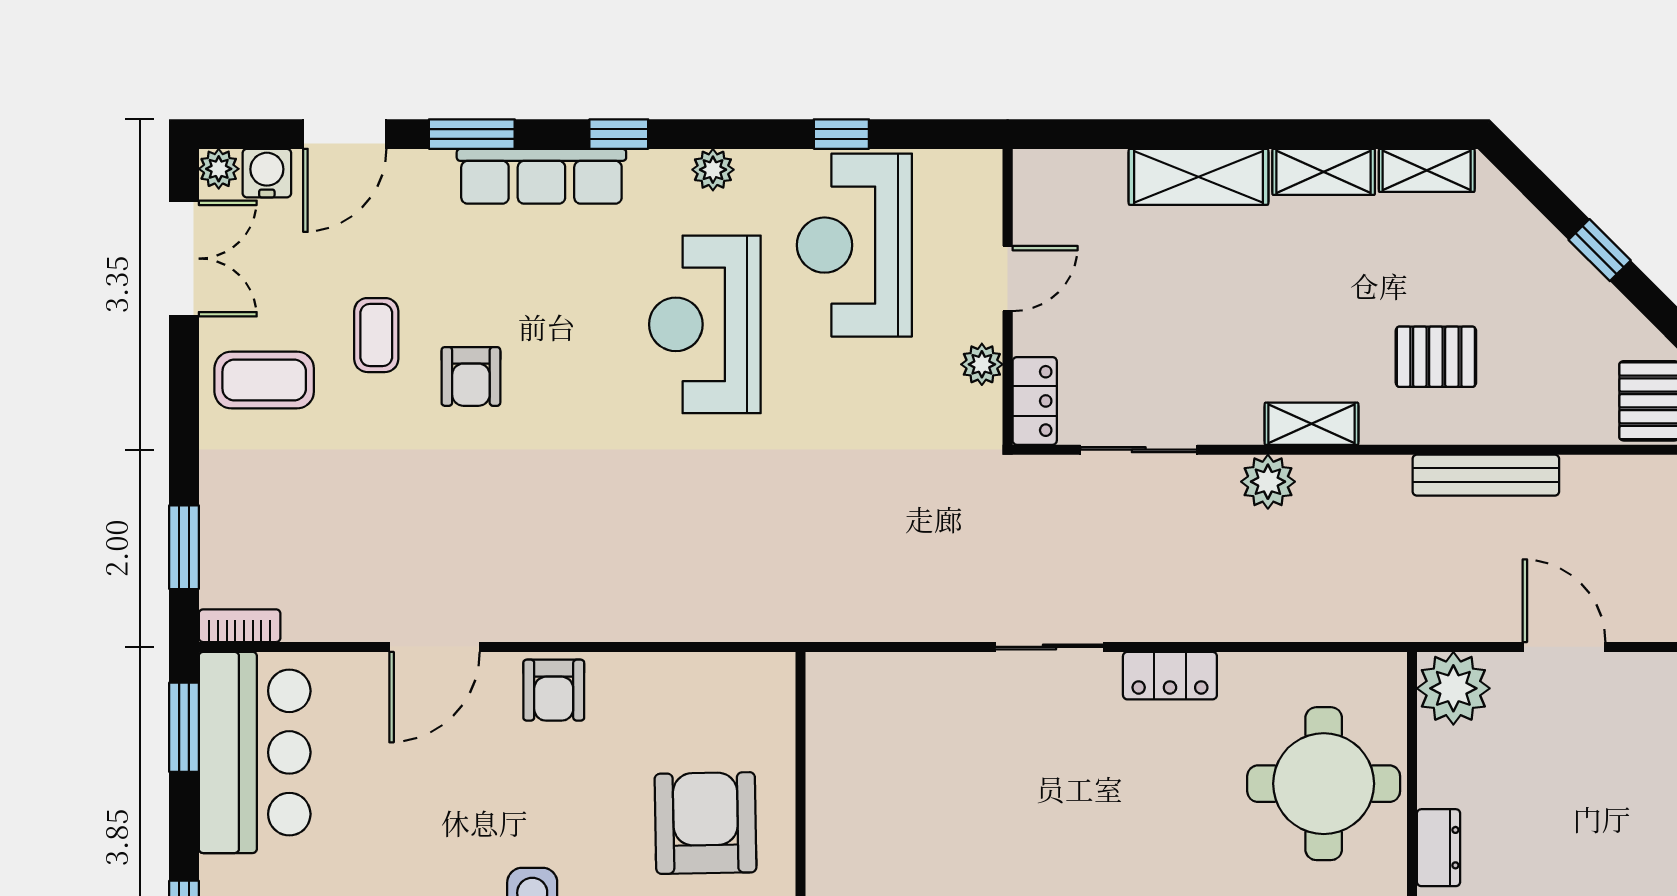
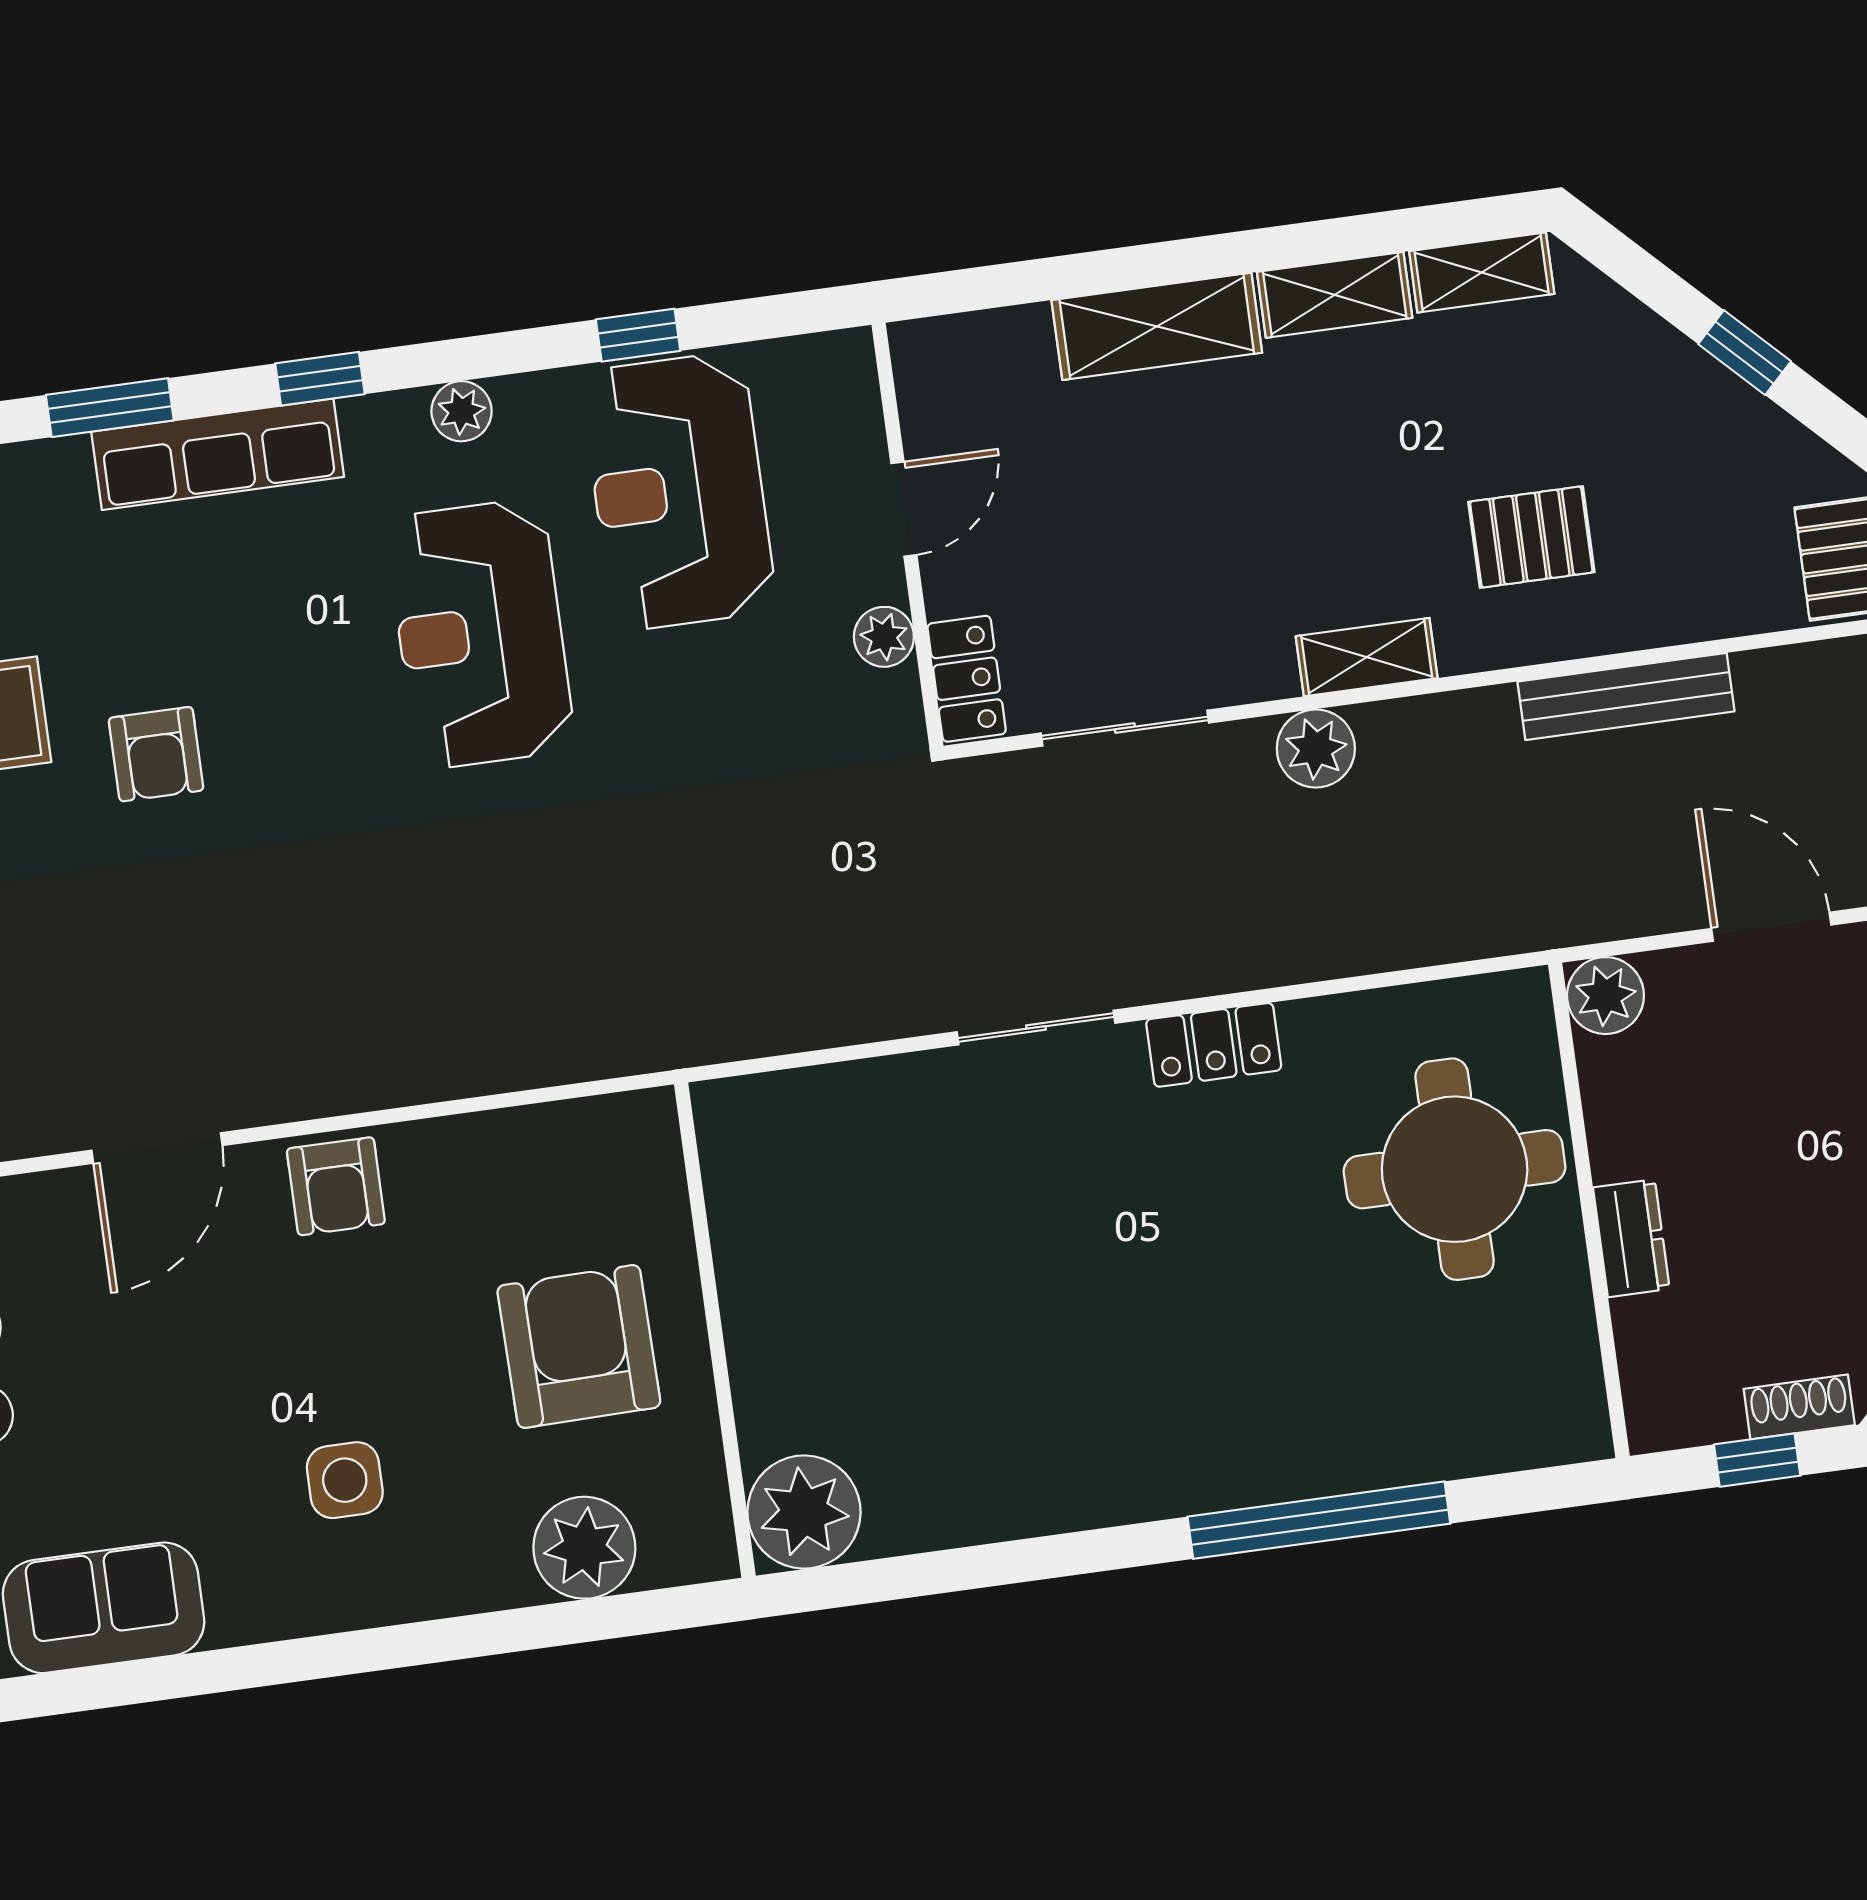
plant: (1453, 688) -> (1605, 996), width x0.73, depth x0.73

